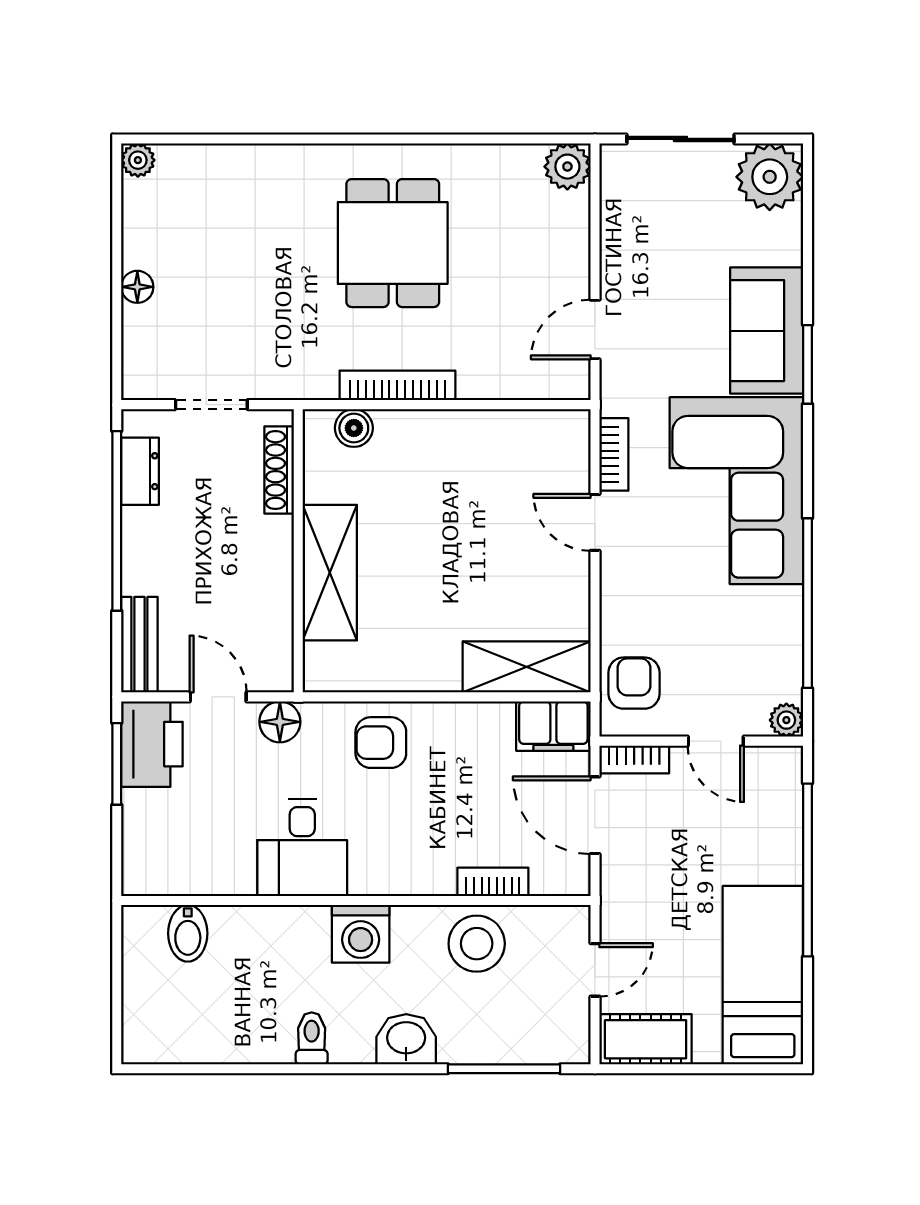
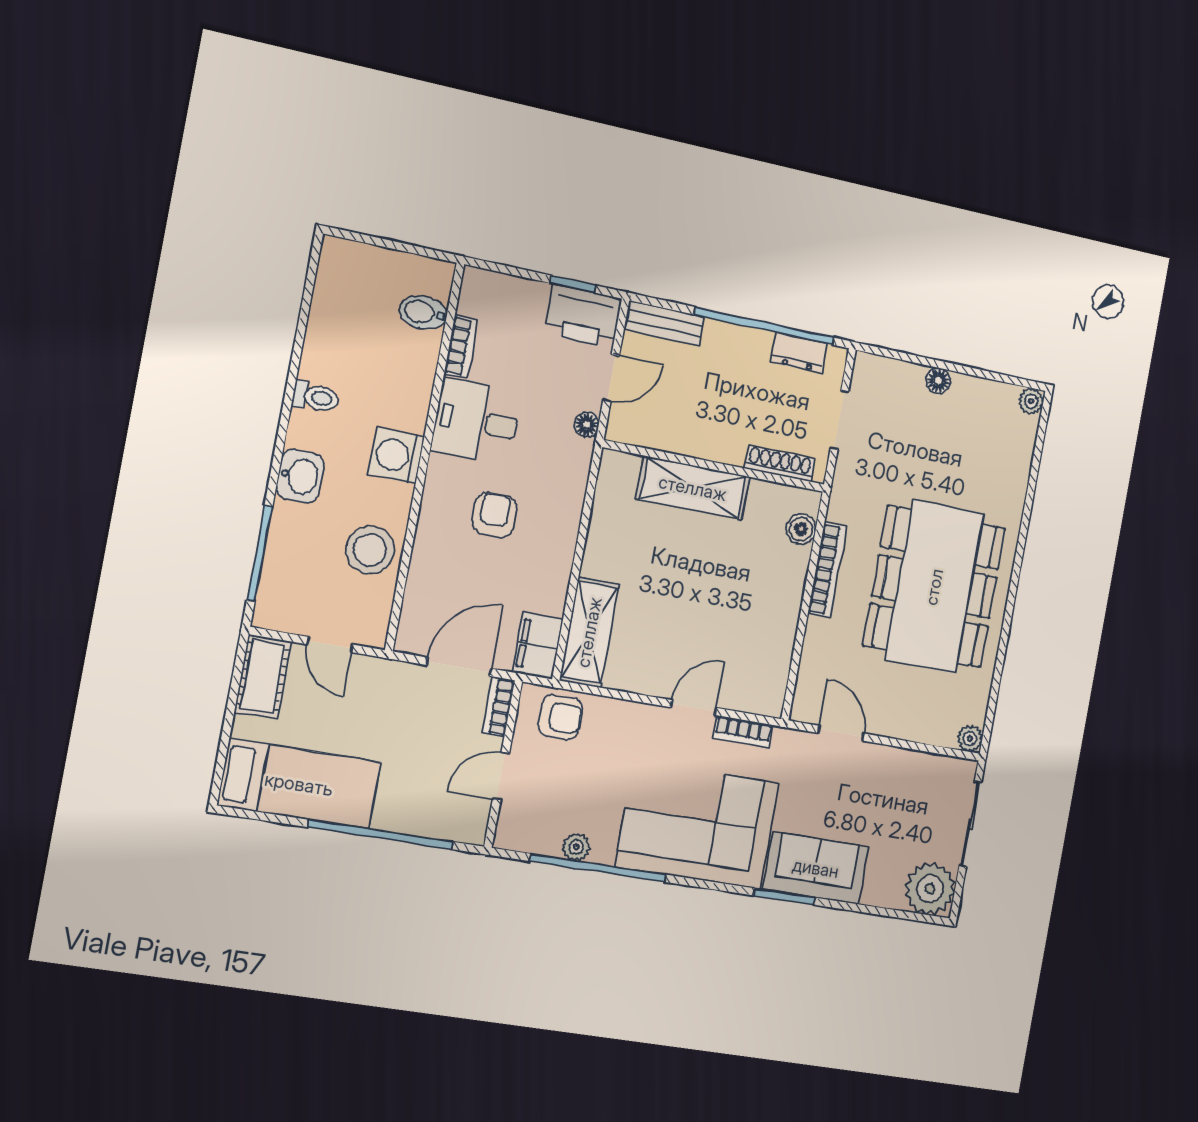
plant: (567, 167) -> (970, 739), width x0.73, depth x0.73
dining table: (393, 243) -> (934, 587), width x1.88, depth x1.24
plant: (786, 720) -> (576, 847), moved
floor lamp: (280, 722) -> (586, 425), width x0.73, depth x0.73
armchair: (381, 743) -> (495, 515), moved
window: (117, 764) -> (573, 284), width x0.67
bookcase: (493, 882) -> (461, 347), moved

